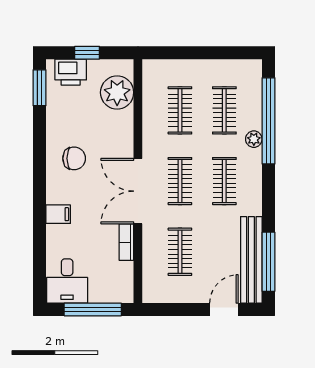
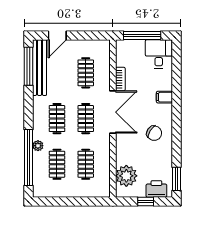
chair: (74, 158) -> (154, 133), turned -148

